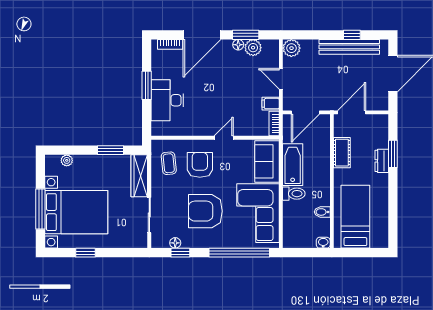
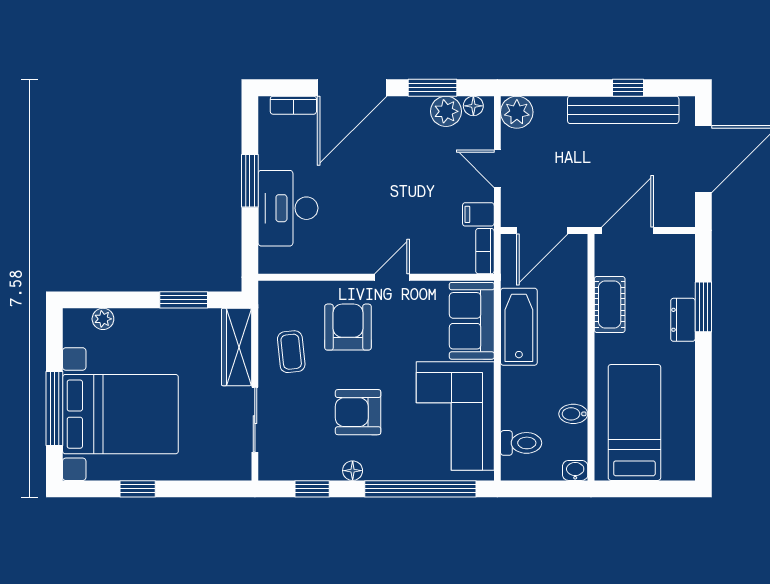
floor lamp: (238, 45) -> (473, 106), moved
coffee table: (169, 163) -> (291, 352), moved
toilet: (294, 194) -> (521, 443), moved
armchair: (205, 211) -> (358, 412), width x0.73, depth x0.73
floor lamp: (175, 243) -> (353, 471), moved

